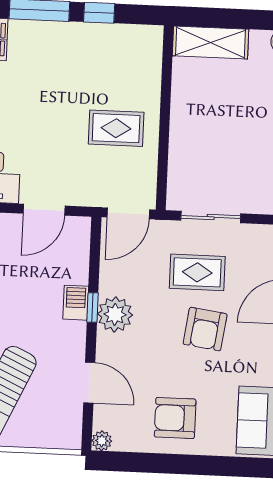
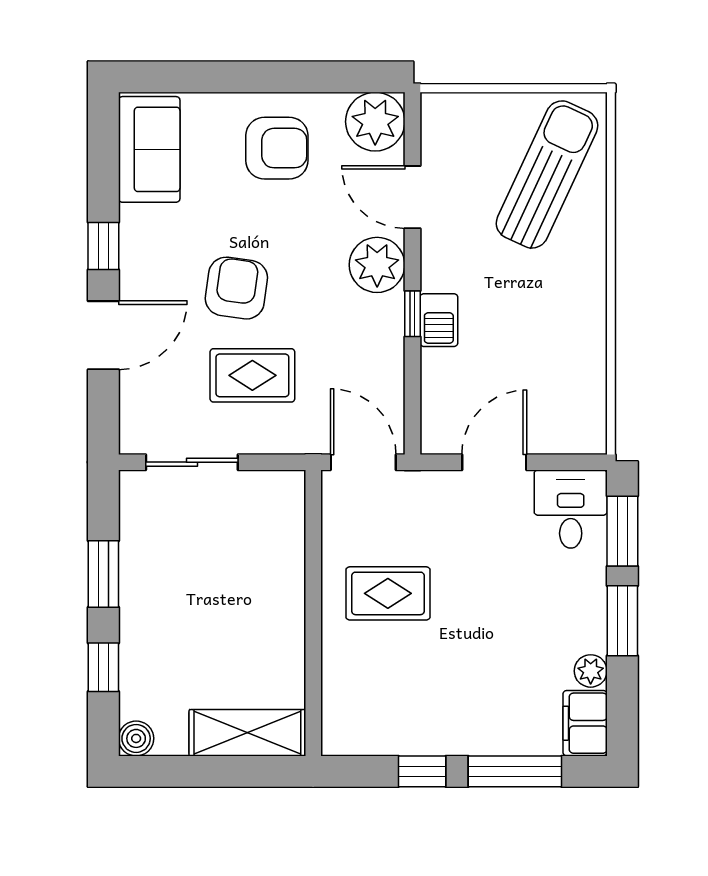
door: (128, 213) -> (363, 462), hinge flipped
sliding door: (211, 217) -> (192, 462), moved
plant: (115, 314) -> (377, 265), moved
plant: (102, 441) -> (375, 122), width x1.88, depth x1.88

